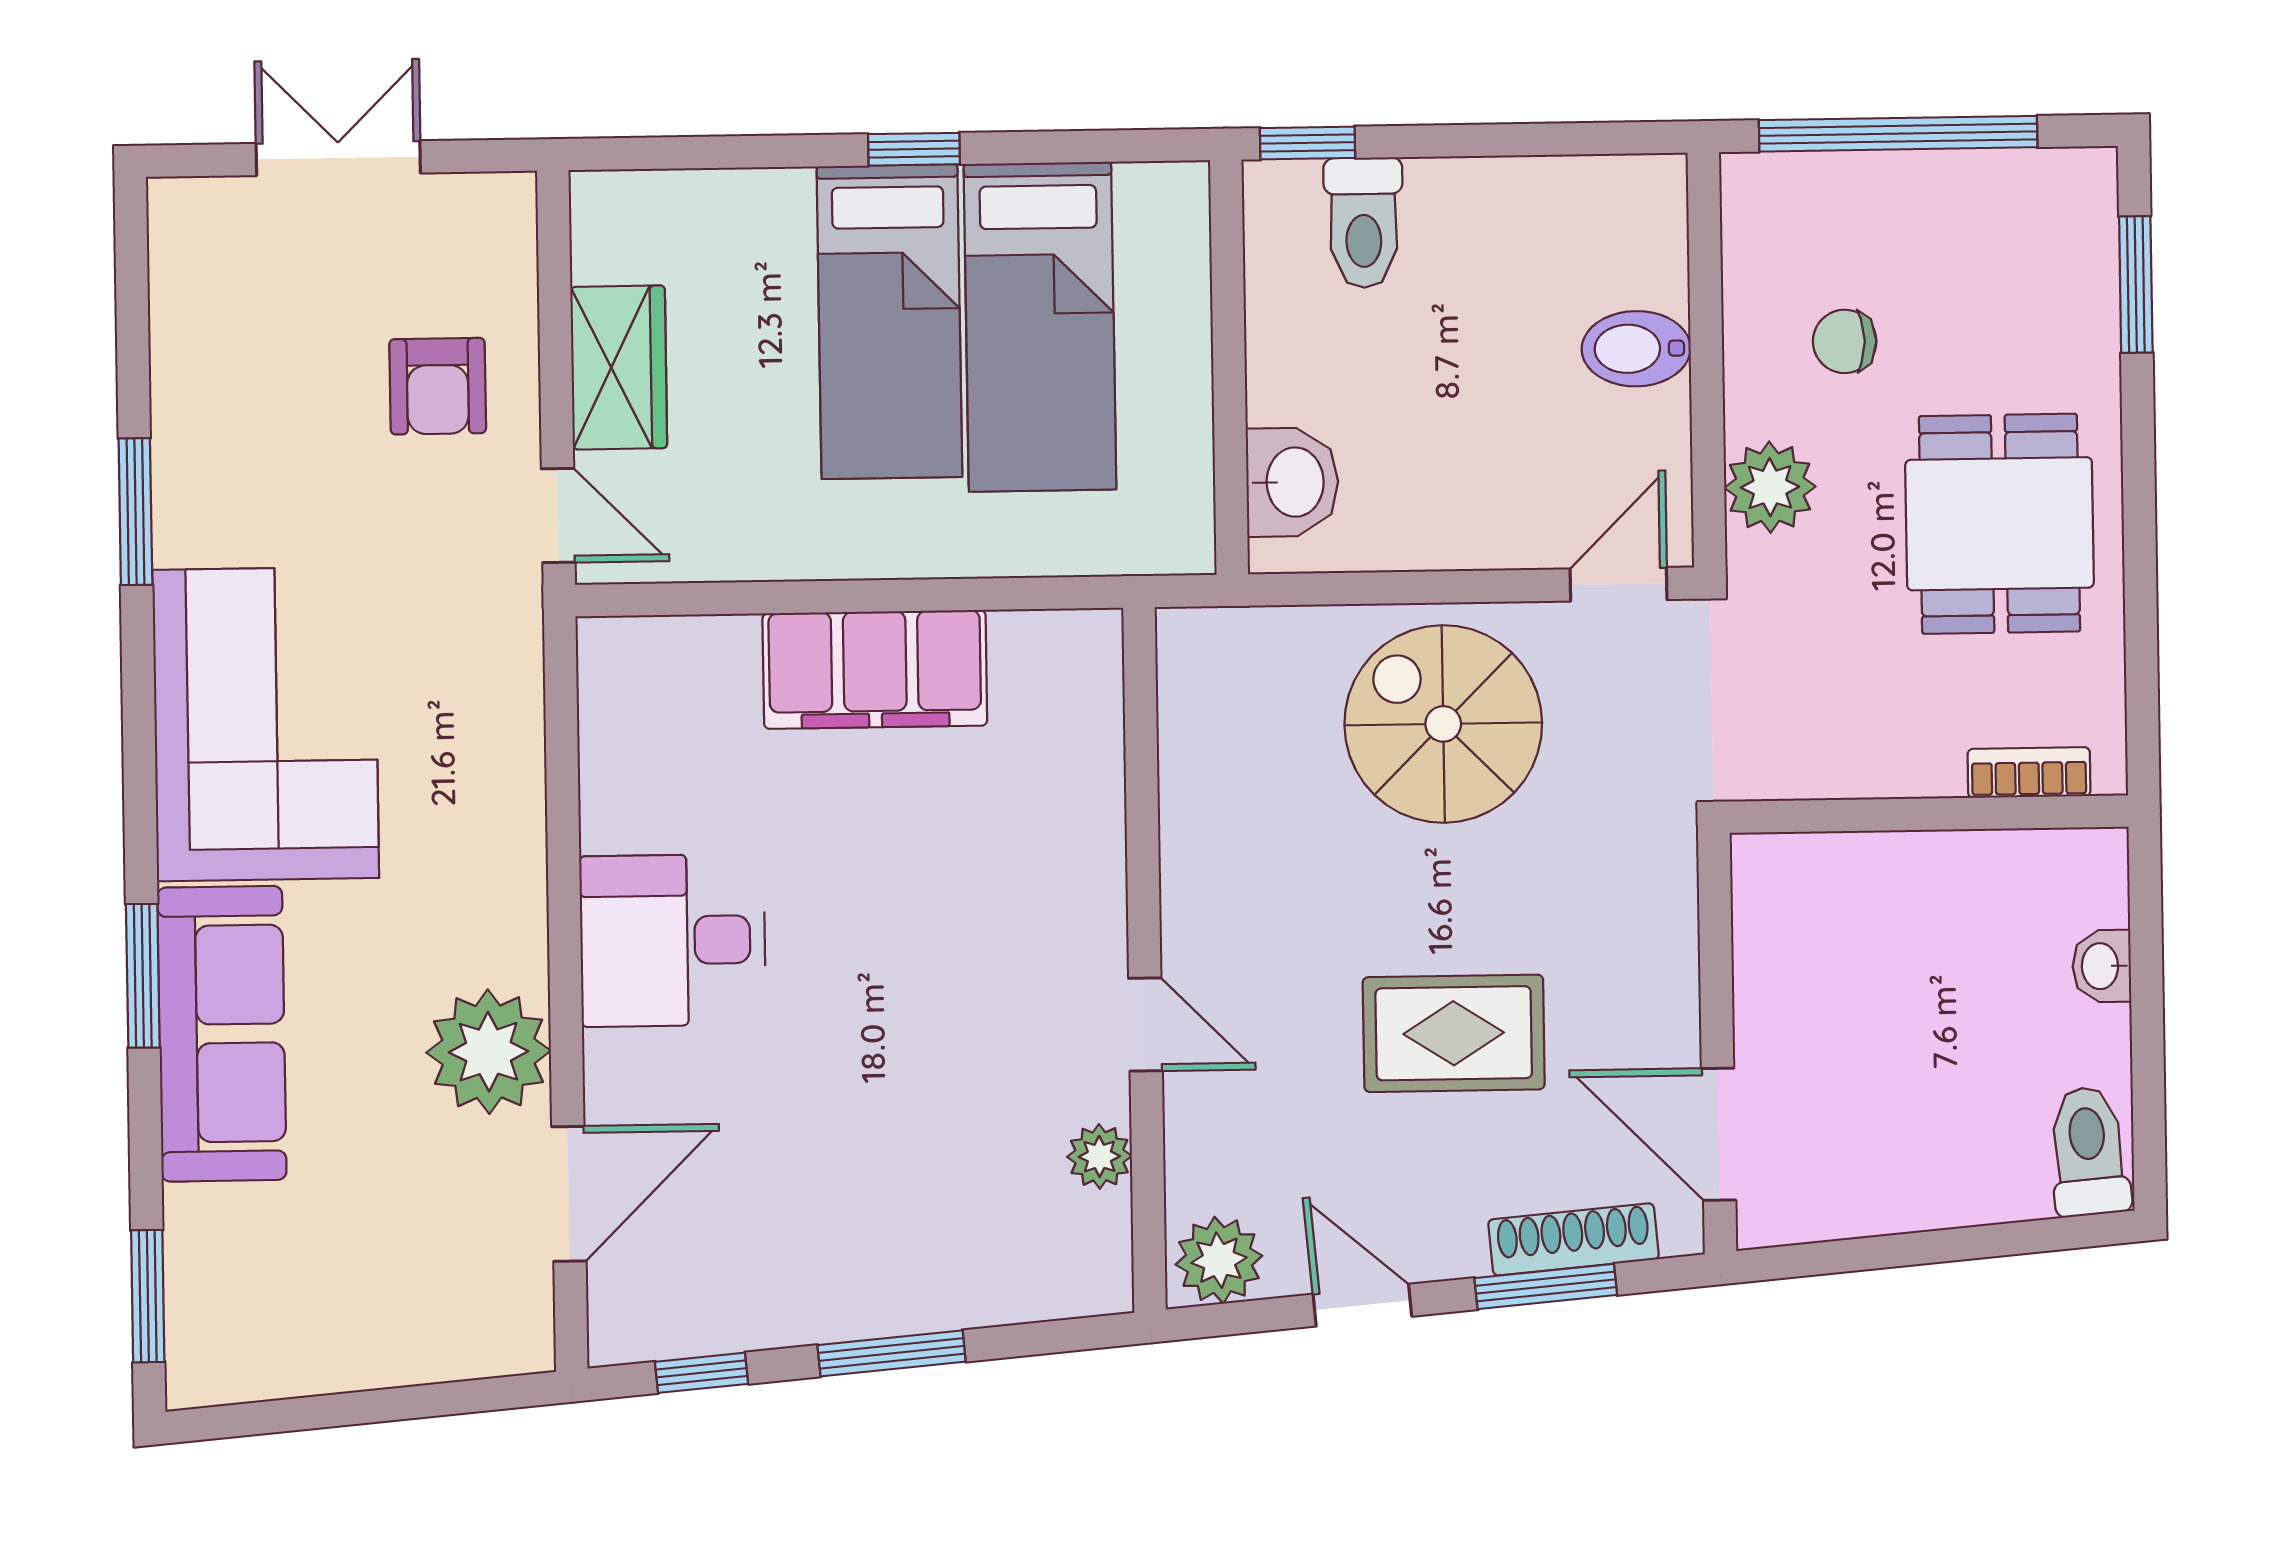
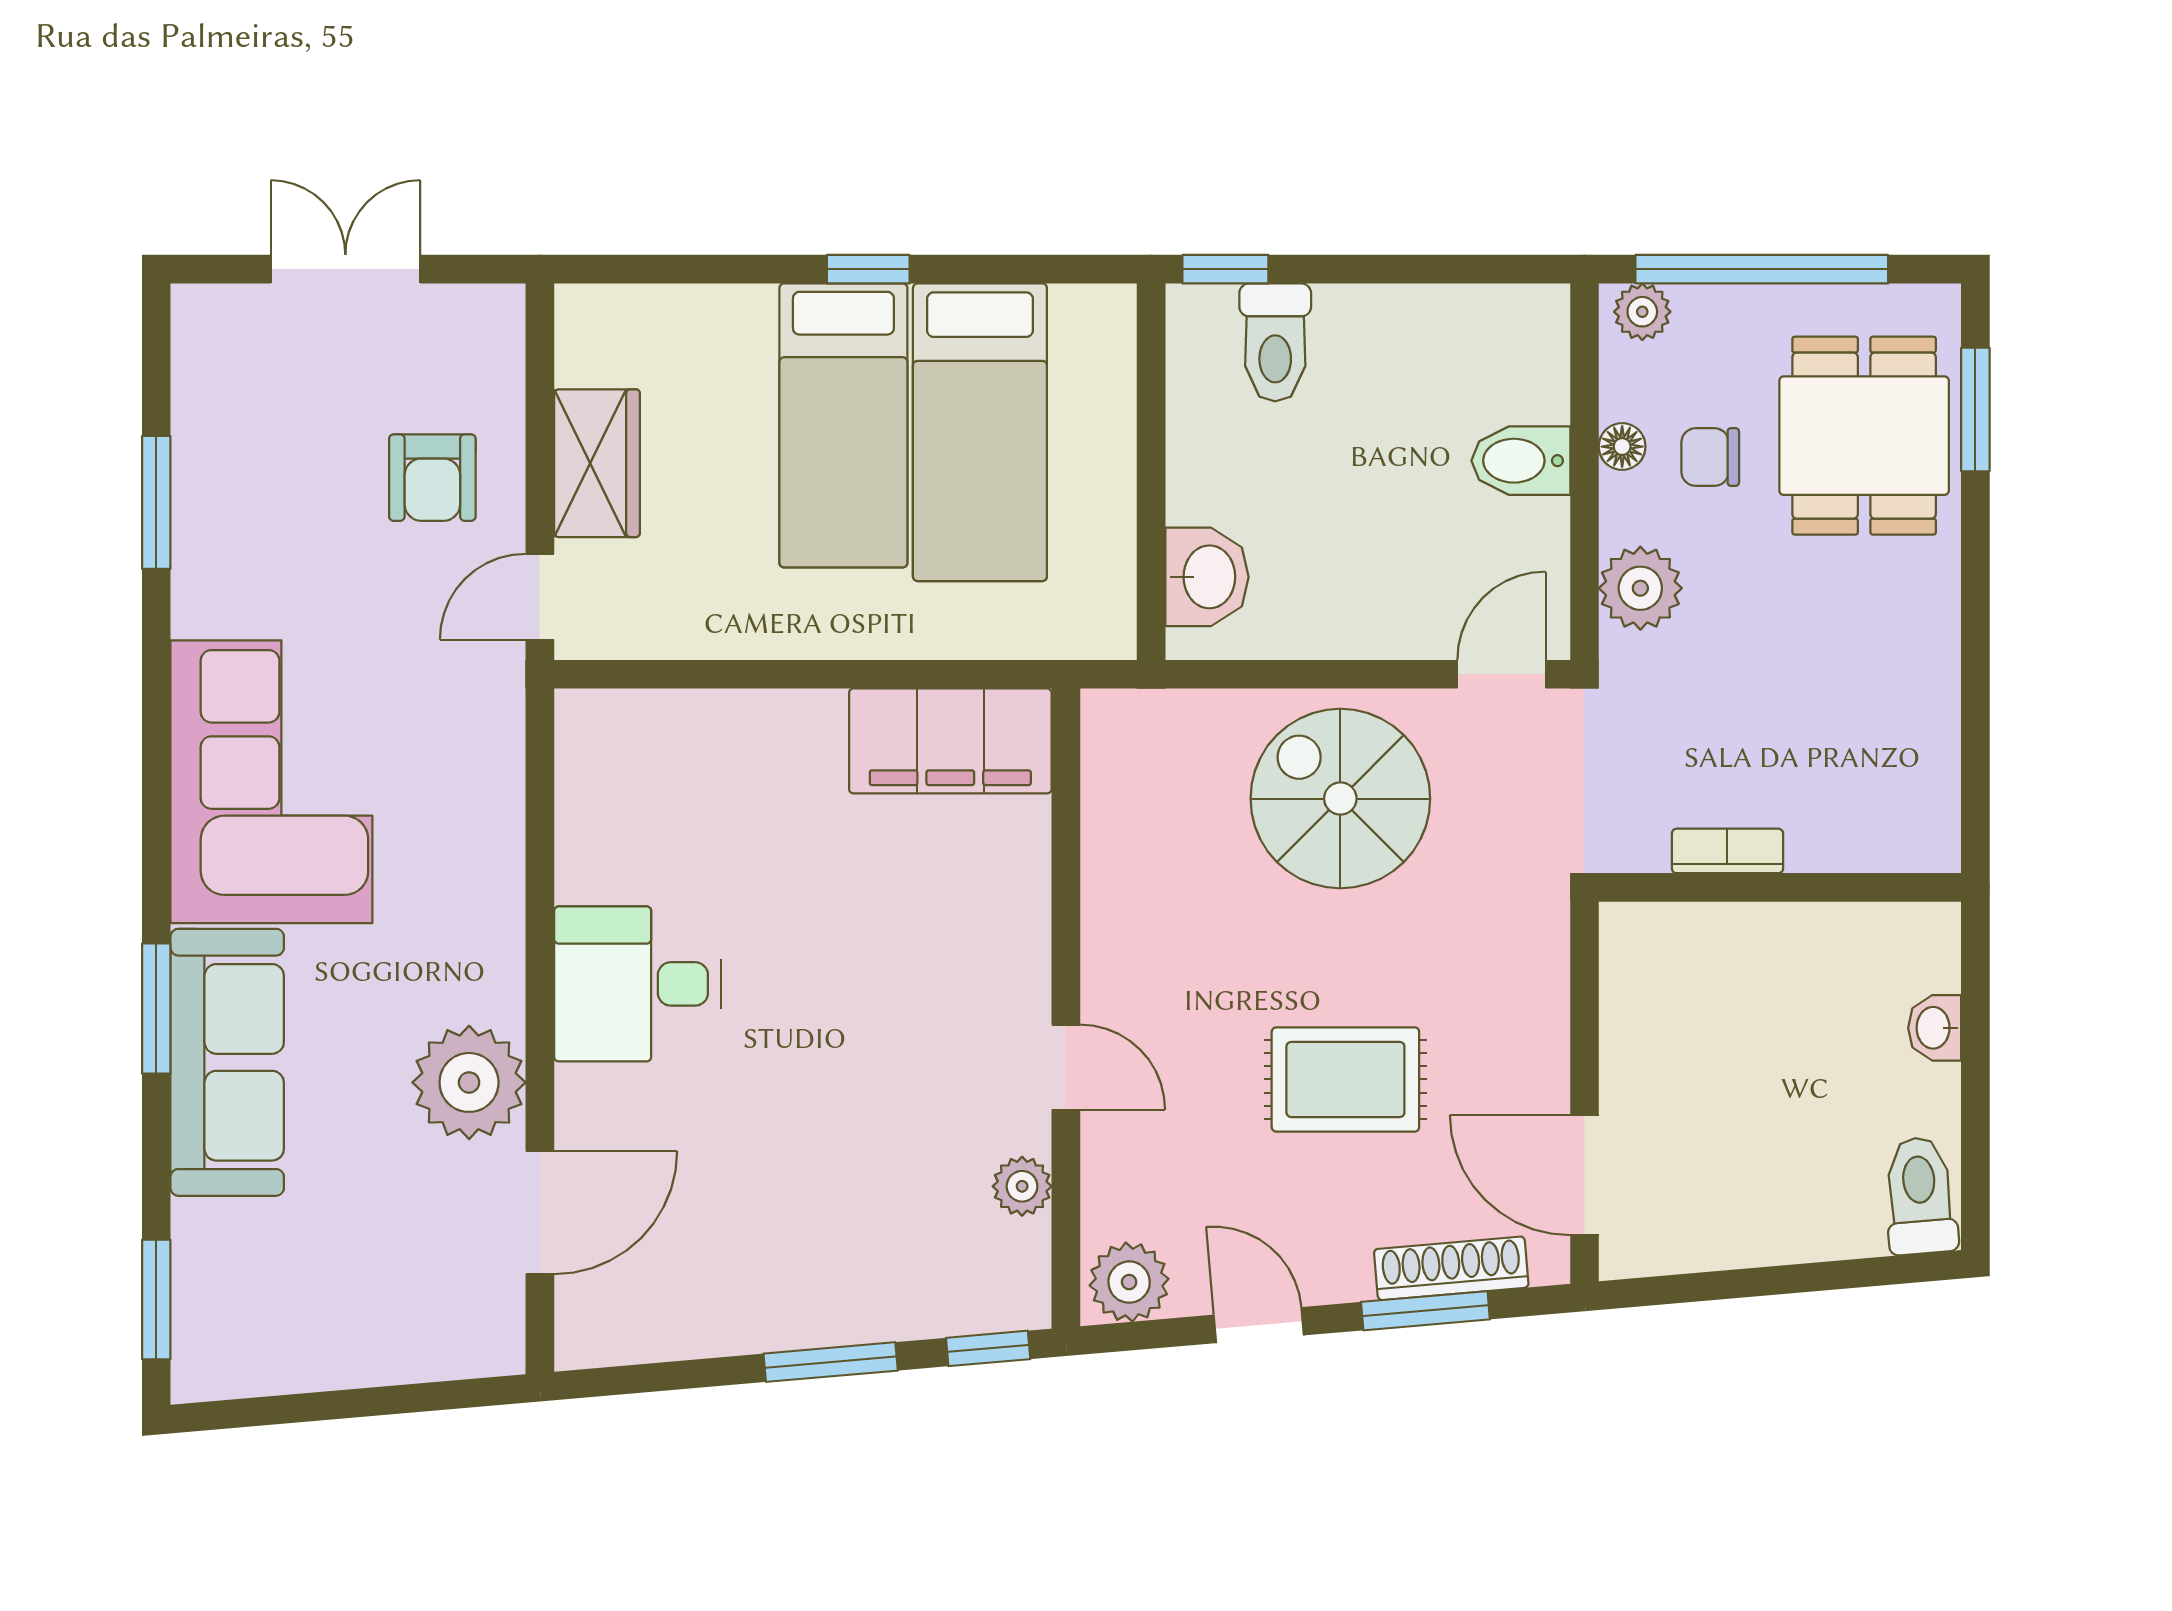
plant: (1767, 183) -> (1642, 312), added
floor lamp: (1747, 331) -> (1622, 447), added
window: (135, 512) -> (156, 502), moved
door: (558, 516) -> (540, 597), swing flipped
dining table: (1999, 524) -> (1864, 436), moved
filing cabinet: (875, 669) -> (950, 741), moved
bookcase: (2029, 772) -> (1727, 851), moved
window: (702, 1373) -> (988, 1348), moved

